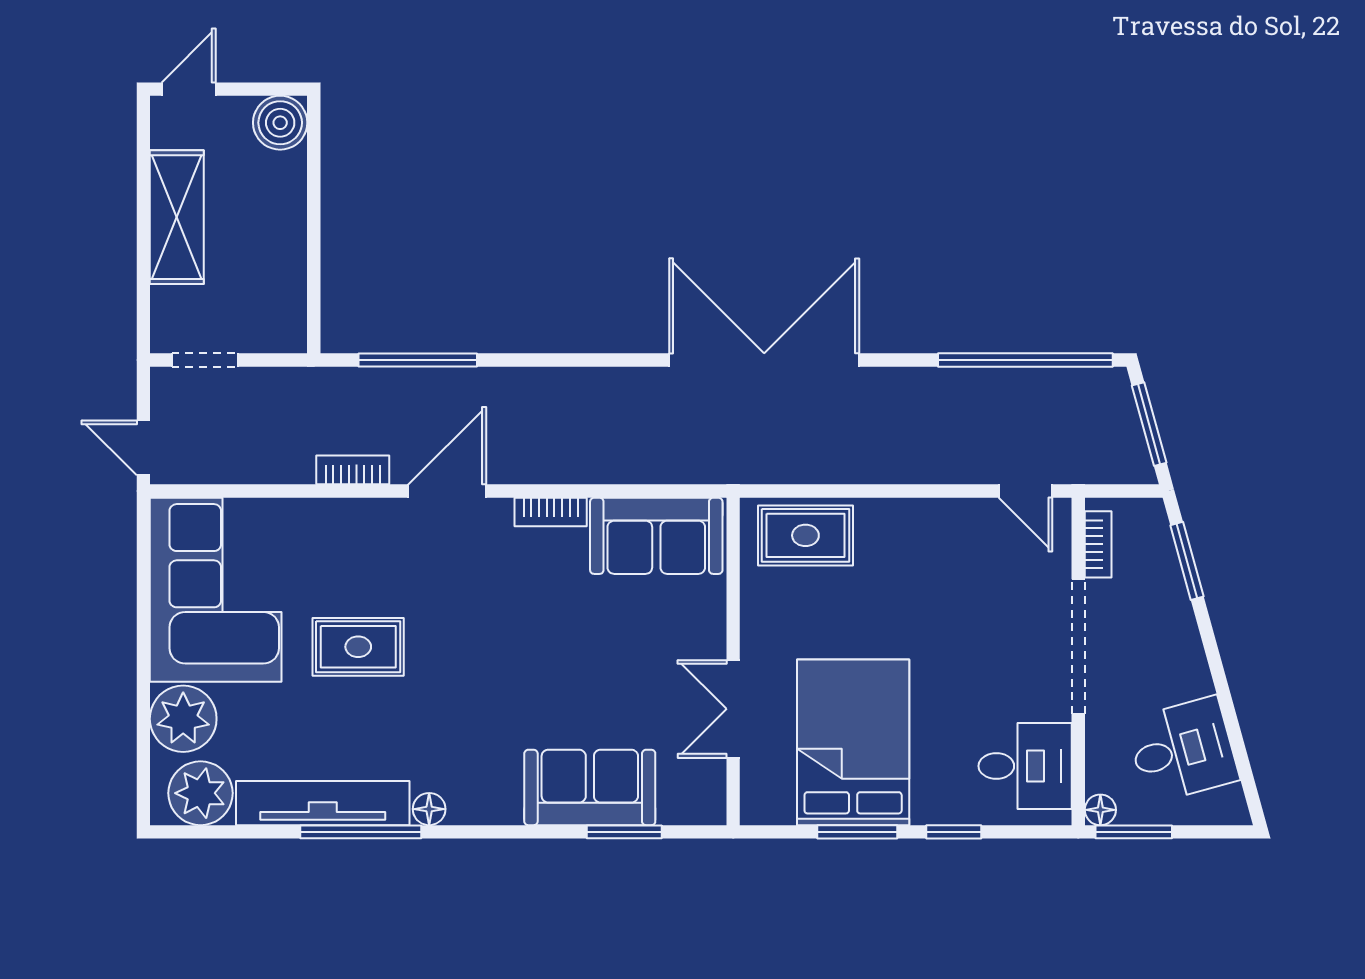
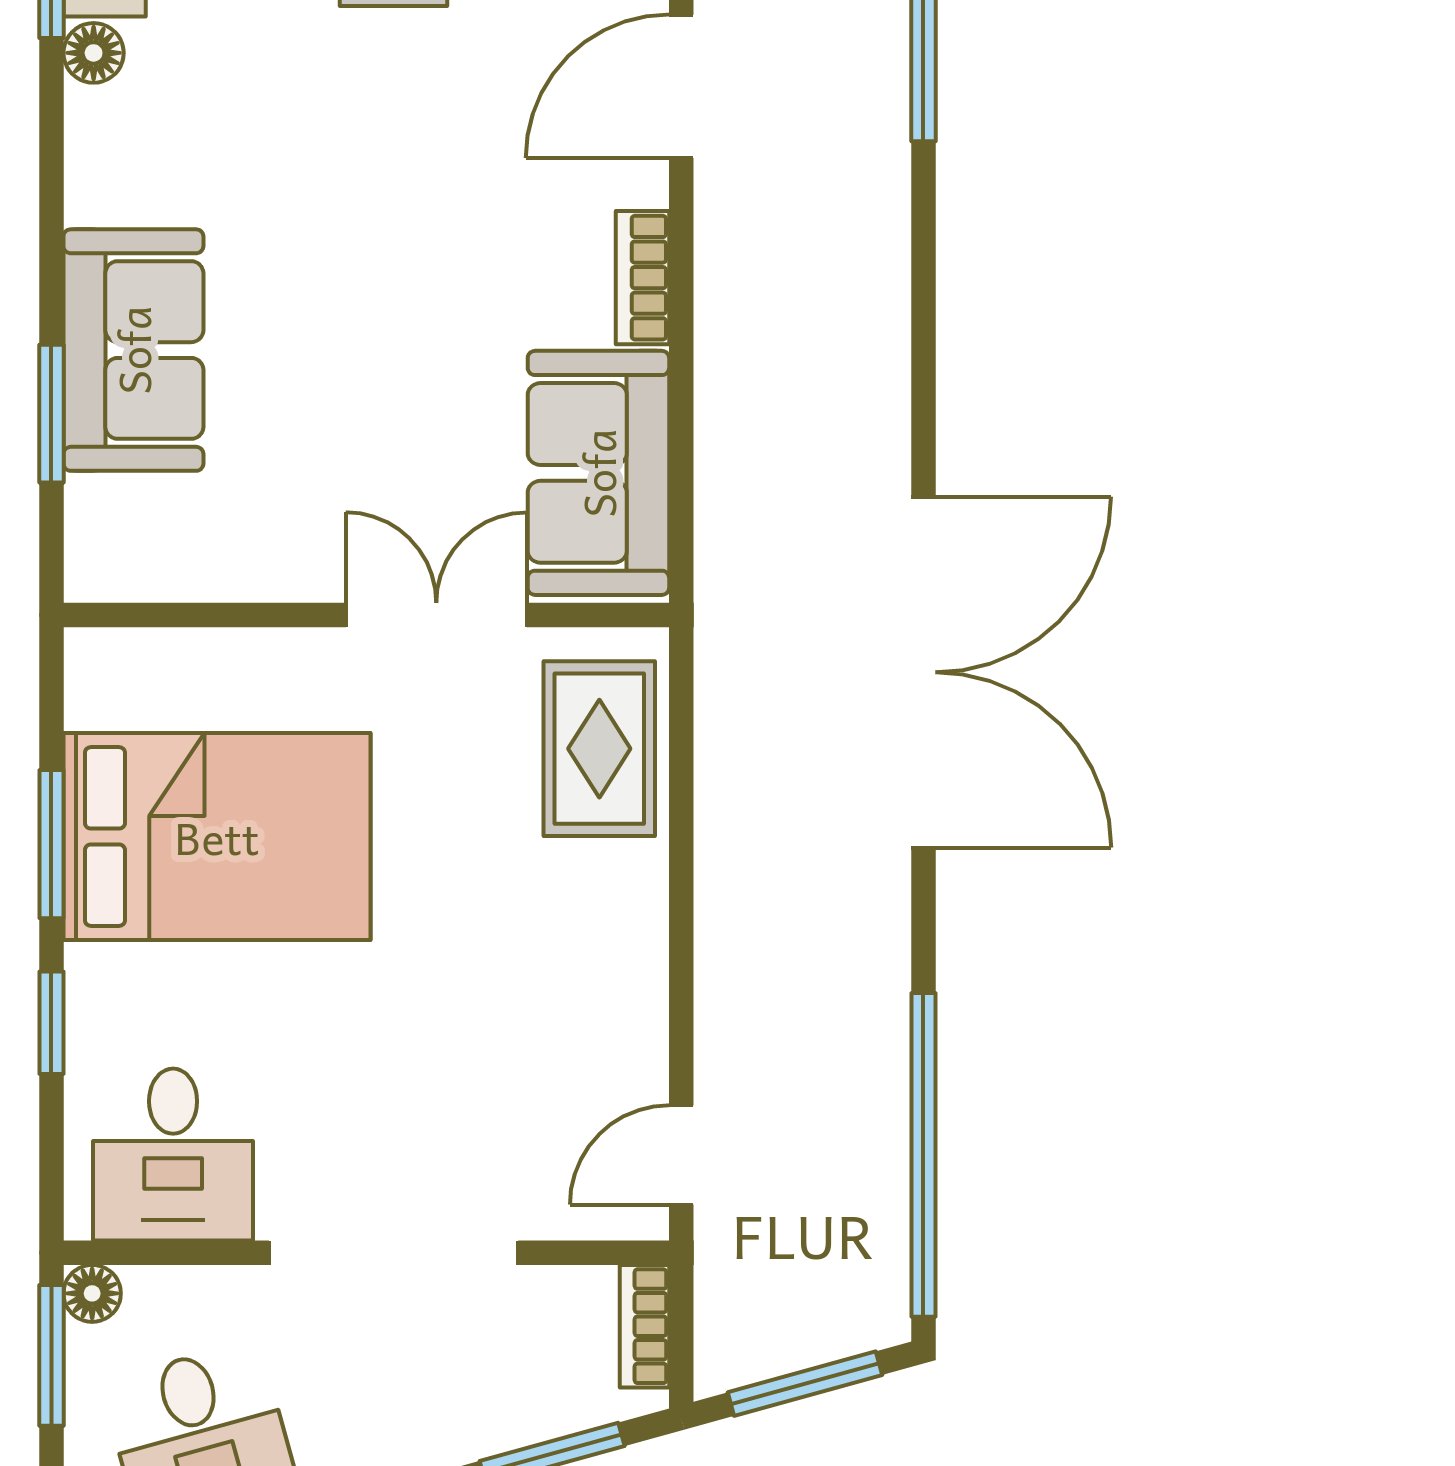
door: (447, 491) -> (681, 86), swing flipped
bookcase: (1098, 544) -> (645, 1326), moved, turned 90
double door: (733, 709) -> (436, 615), moved

